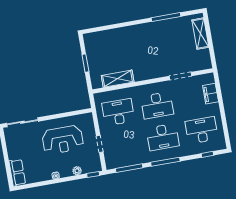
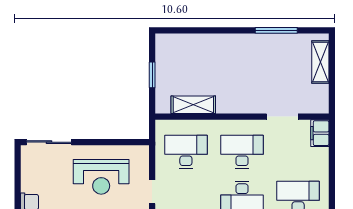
filing cabinet: (211, 94) -> (320, 133), moved
desk: (157, 105) -> (242, 152), turned 180

